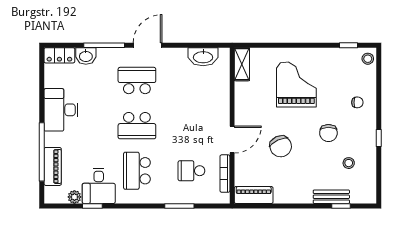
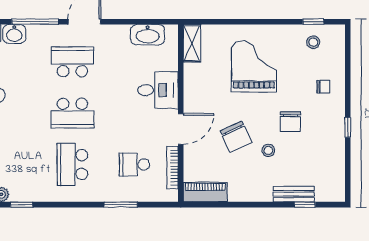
stool: (368, 59) -> (313, 42), moved
stool: (349, 163) -> (268, 150), moved
desk: (99, 186) -> (158, 90), moved, turned -90

